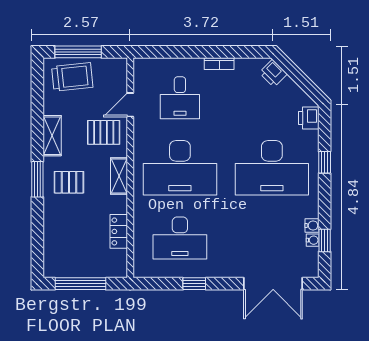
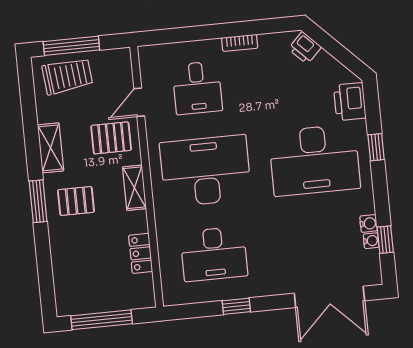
printer: (309, 118) -> (350, 102), width x1.36, depth x1.24
desk: (180, 168) -> (206, 171), turned 180

